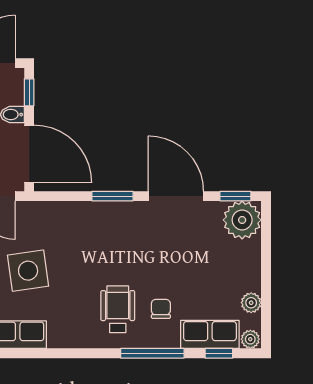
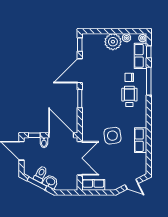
door: (29, 154) -> (61, 135), hinge flipped
plant: (242, 220) -> (113, 42), moved
wheelchair: (118, 309) -> (129, 96), turned 90

